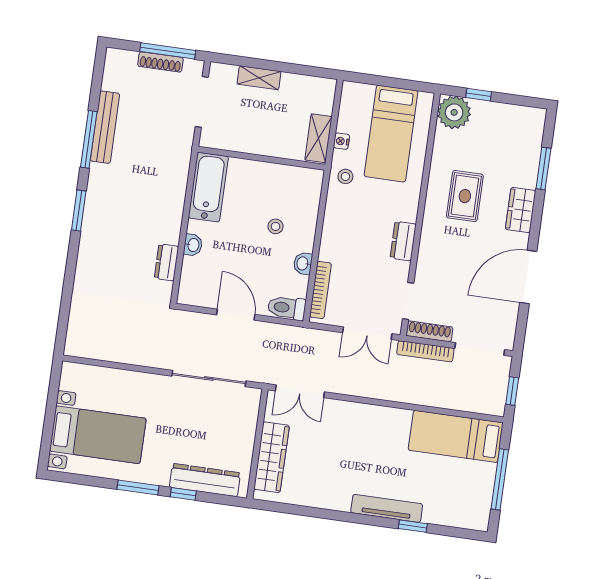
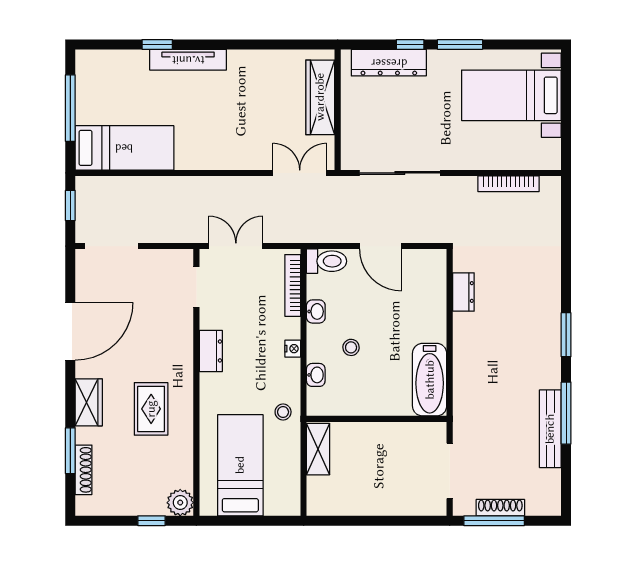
shelving: (259, 78) -> (391, 506), removed
plant: (454, 112) -> (180, 503), width x0.73, depth x0.73
nightstand: (341, 141) -> (293, 349), moved
washbasin: (193, 245) -> (316, 375), moved, turned 180
shoe rack: (429, 331) -> (84, 470), moved, turned -90
bookcase: (425, 351) -> (508, 184), moved, turned 180

